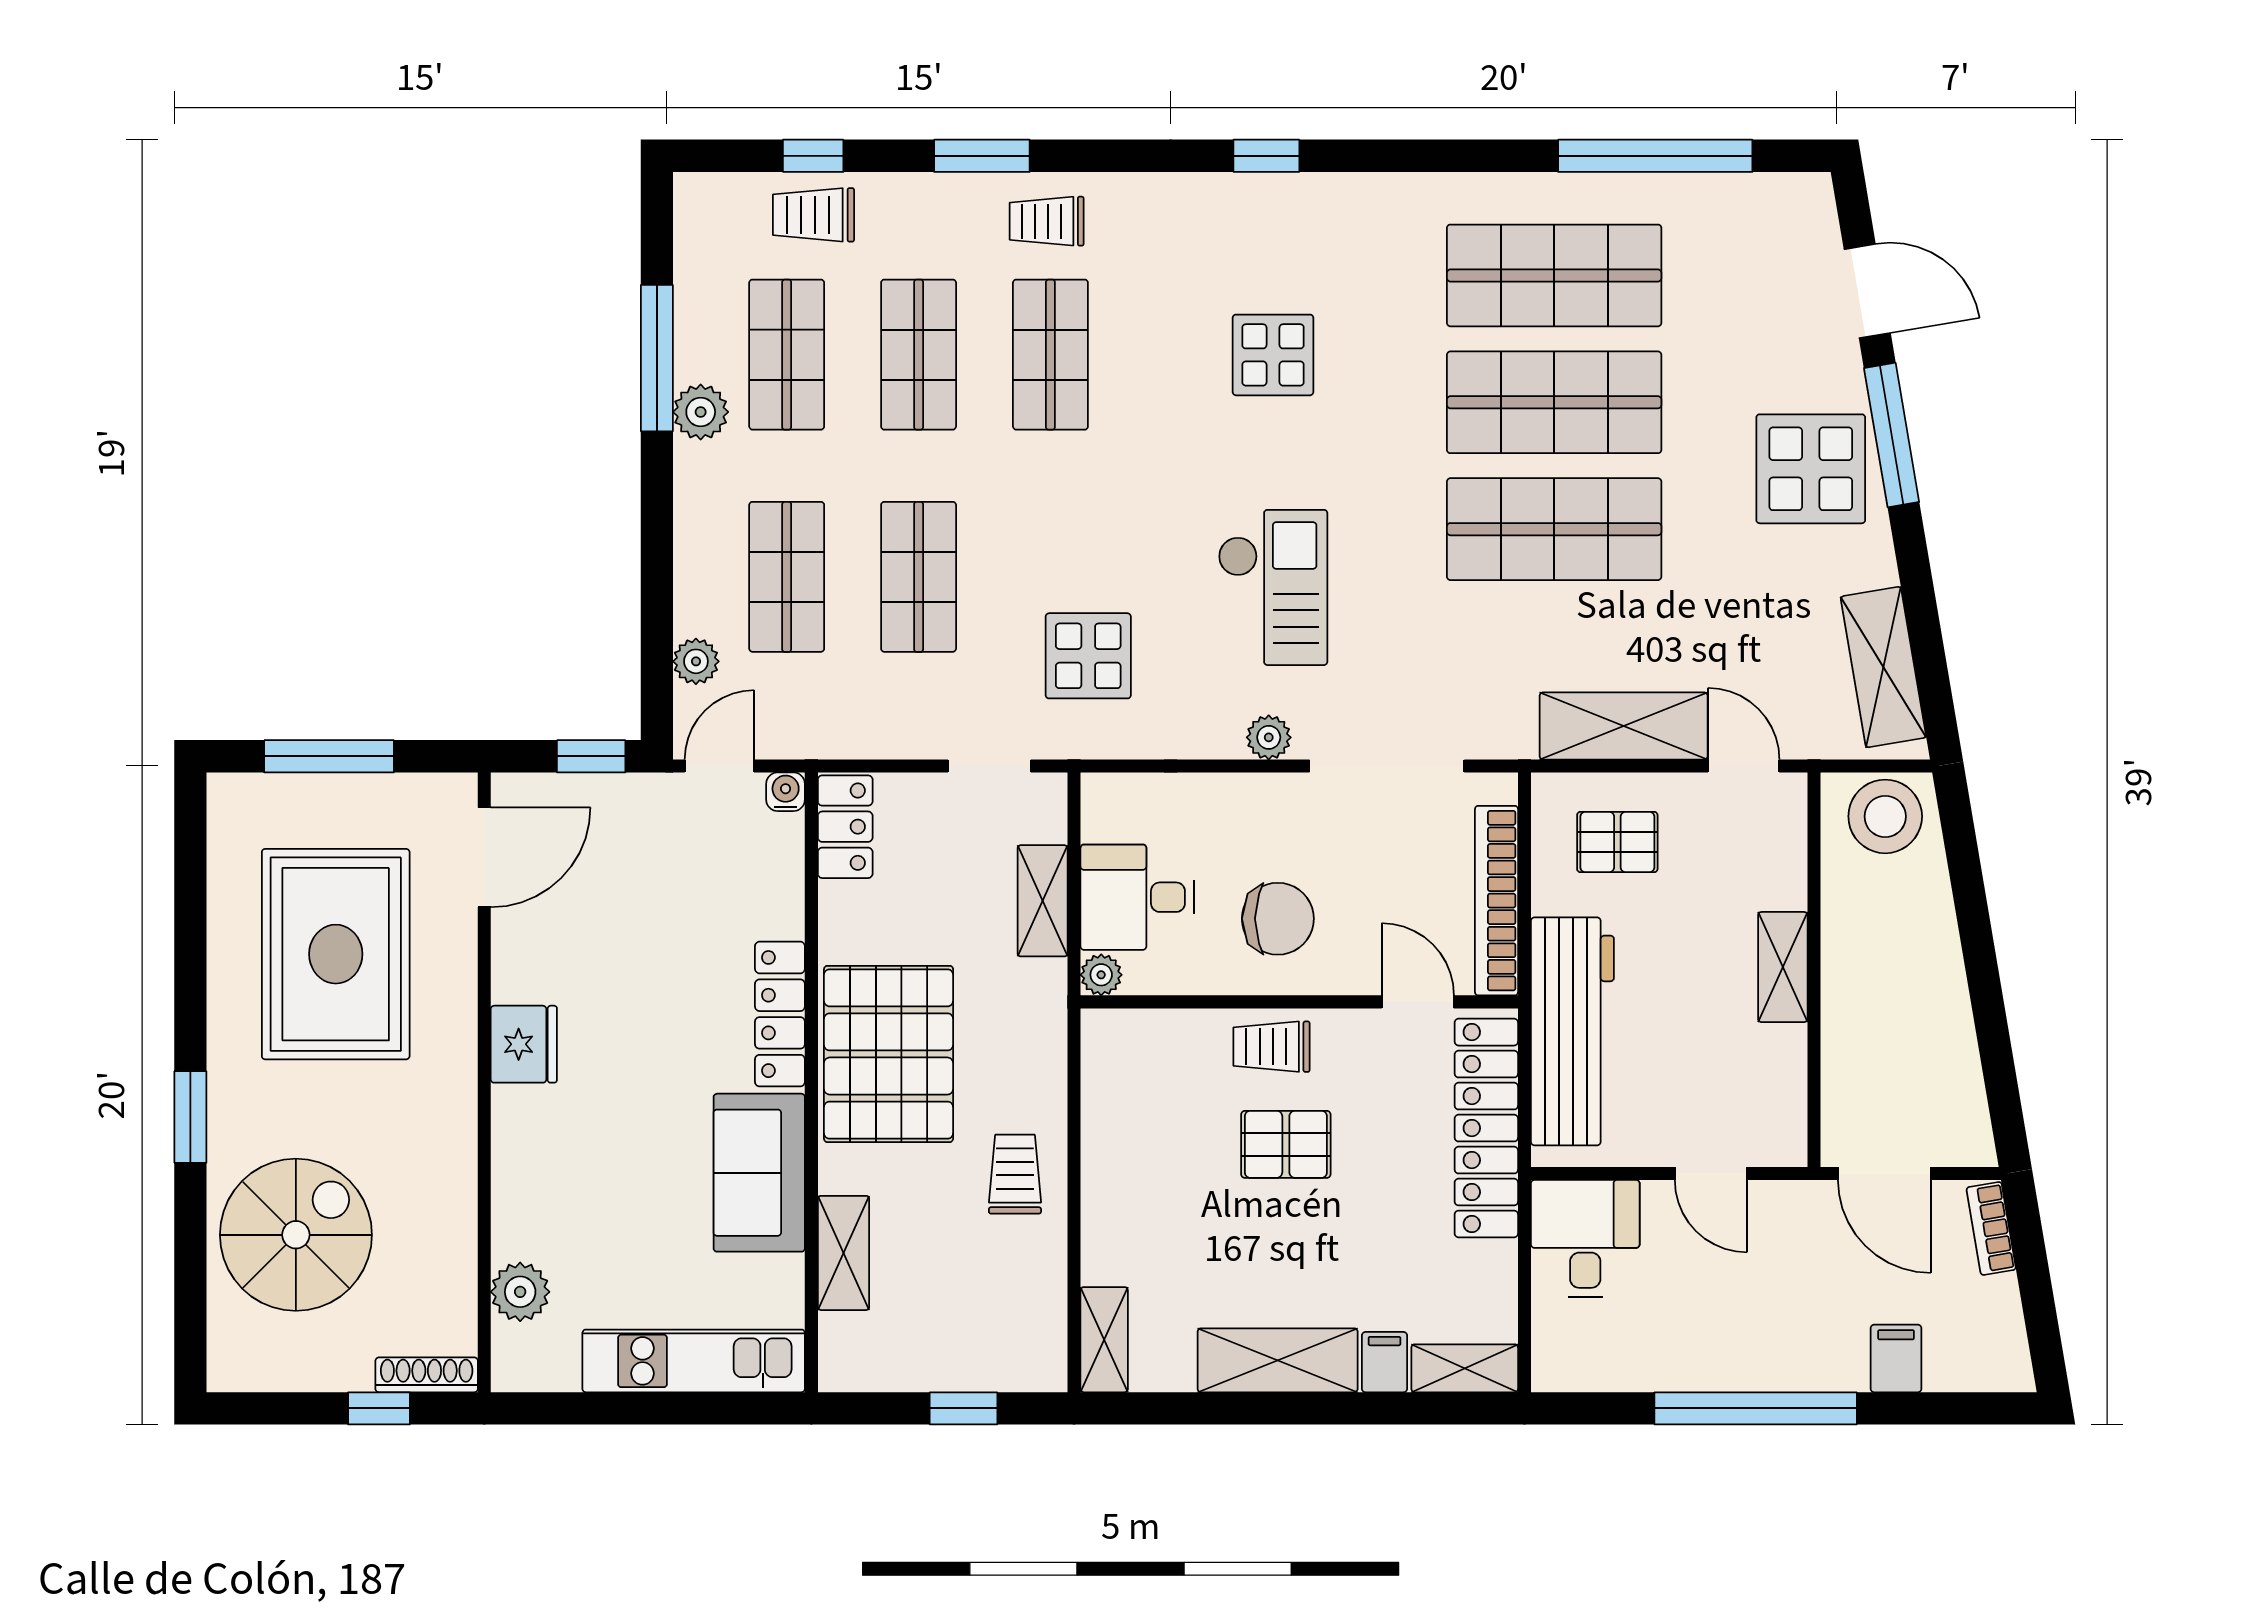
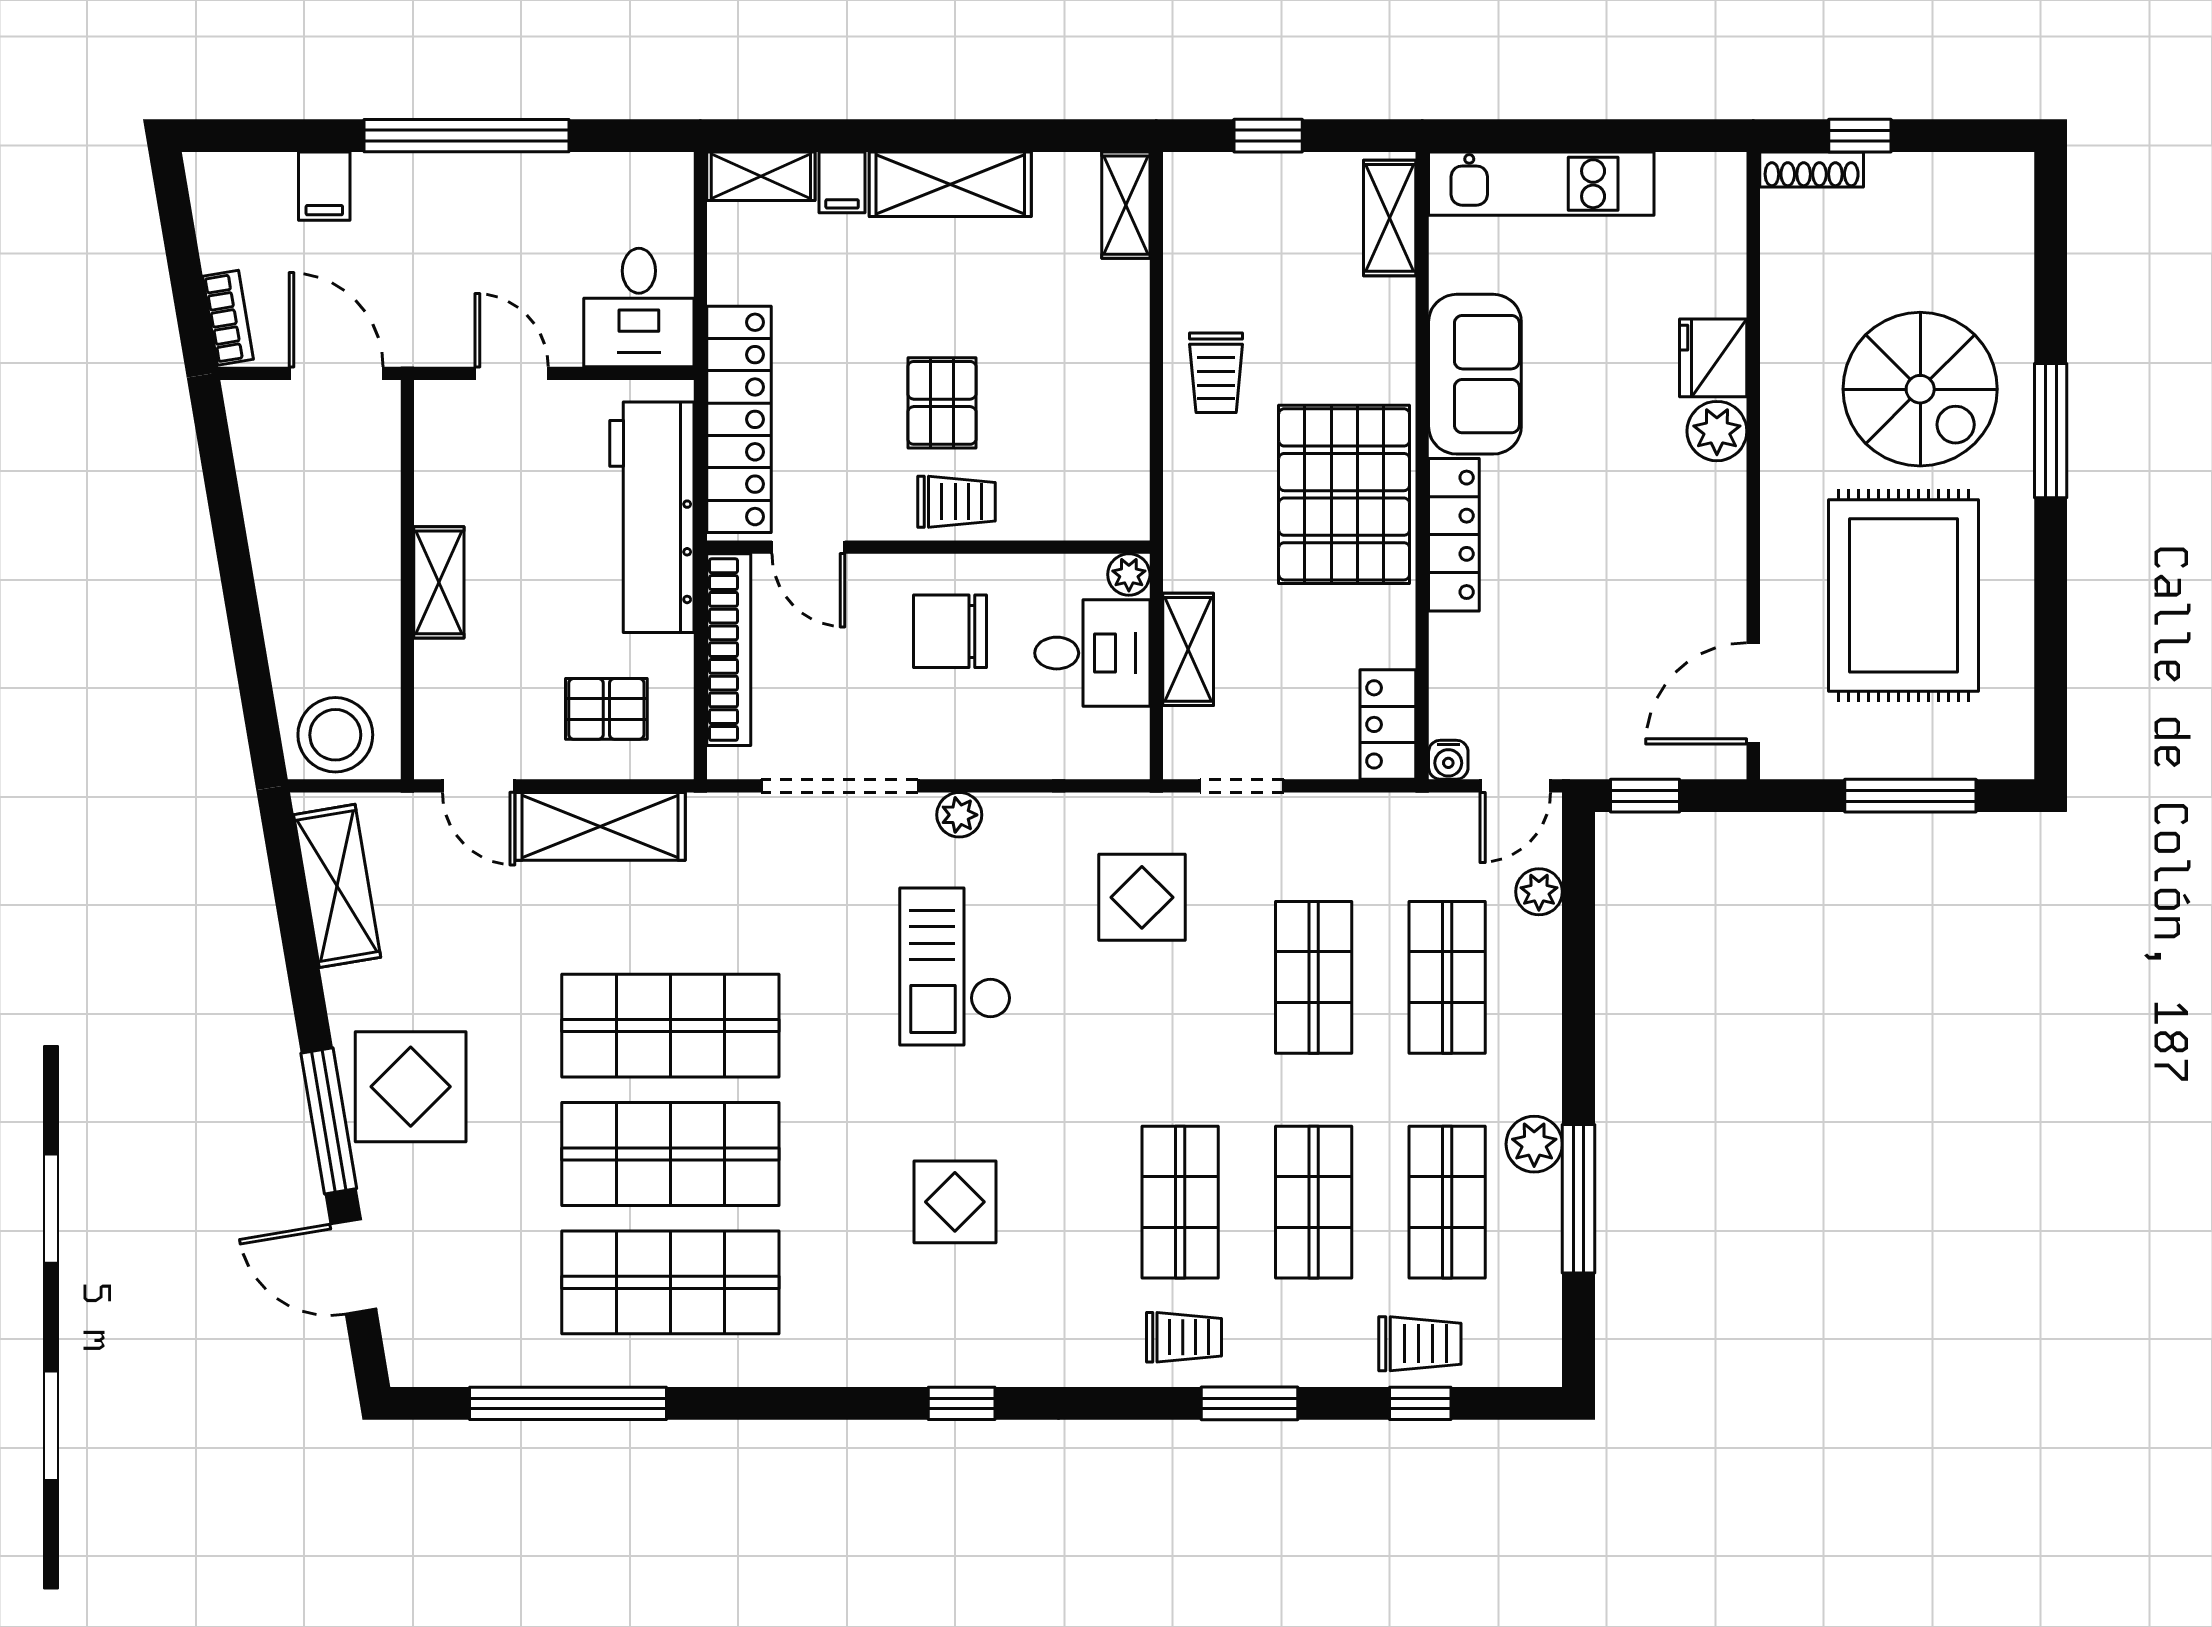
fridge: (524, 1044) -> (1713, 358), moved
window: (190, 1117) -> (2051, 431), width x1.44
pallet: (1286, 1144) -> (942, 403), turned 90
spiral stairs: (296, 1235) -> (1920, 389), moved, turned -90
shelving: (843, 1253) -> (1390, 218), moved
plant: (520, 1292) -> (1717, 431), moved

